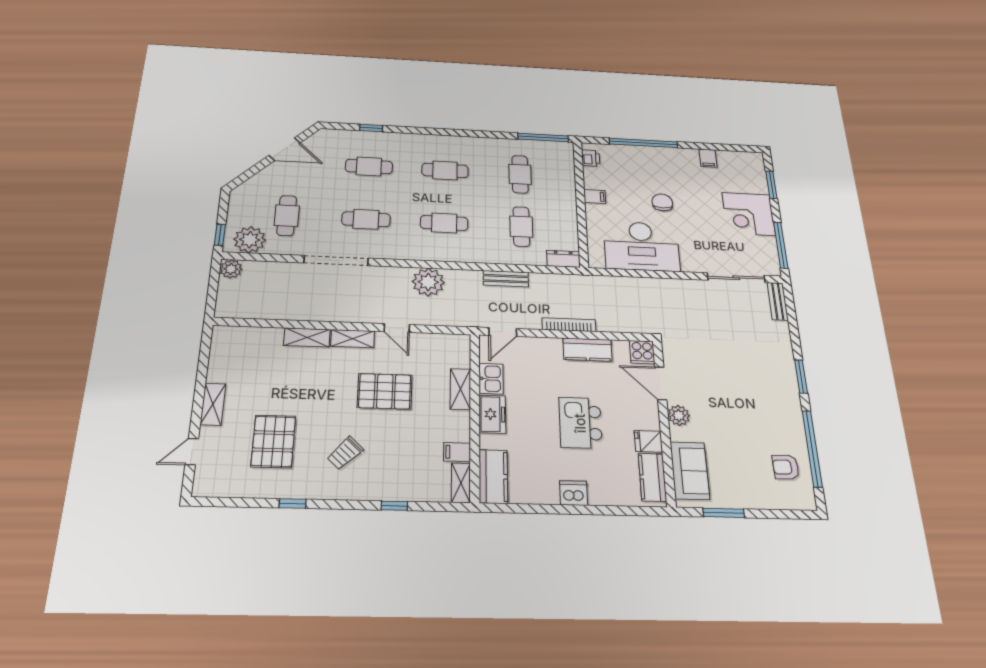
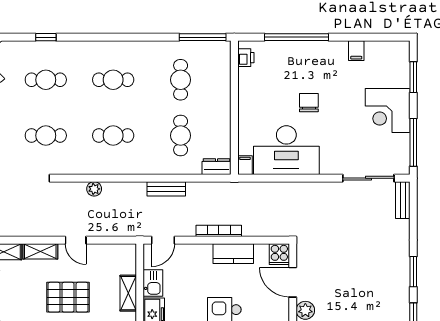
filing cabinet: (595, 196) -> (245, 165), moved, turned -90
plant: (428, 282) -> (94, 189), width x0.53, depth x0.53

